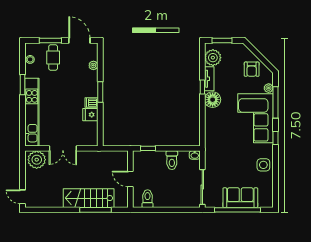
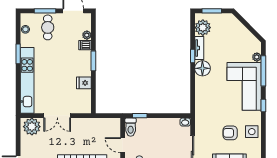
armchair: (252, 69) -> (230, 133), moved, turned 90
dishwasher: (92, 103) -> (85, 45), moved
toilet: (172, 160) -> (131, 127), moved

